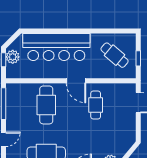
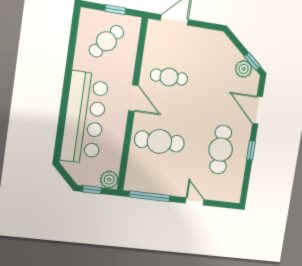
plant: (13, 57) -> (109, 180), moved
door: (76, 81) -> (133, 98), hinge flipped

